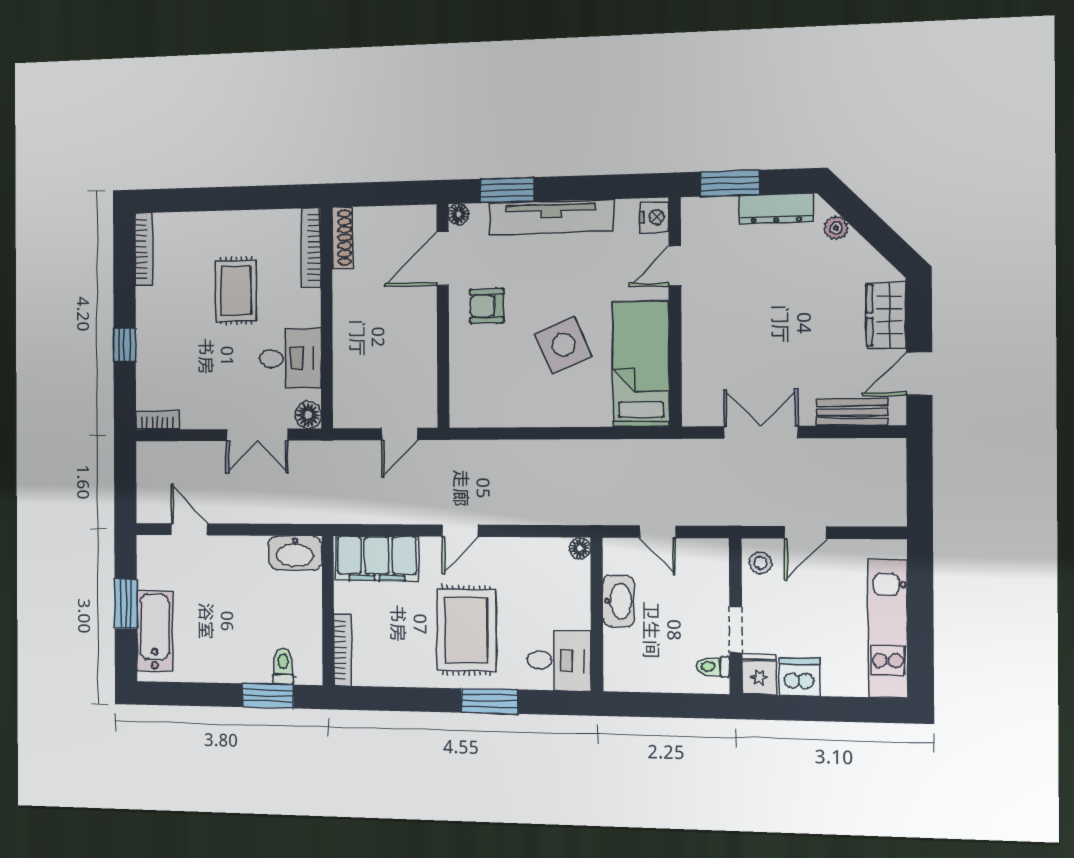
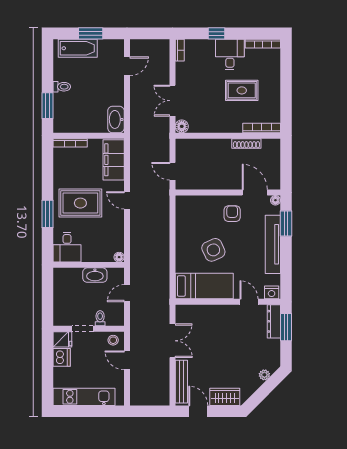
dresser: (776, 209) -> (274, 321), moved
shoe rack: (342, 238) -> (246, 143), moved
desk: (290, 358) -> (230, 54), moved, turned 180
bench: (852, 412) -> (181, 382), width x1.36
toilet: (283, 666) -> (62, 87), moved
toilet: (713, 667) -> (100, 318), moved

